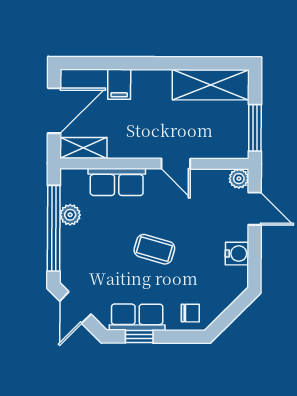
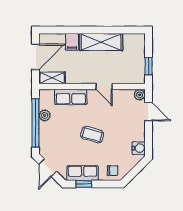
shelving: (211, 85) -> (101, 42), moved
window: (255, 128) -> (149, 66), width x0.67
water cooler: (237, 254) -> (139, 148), moved

